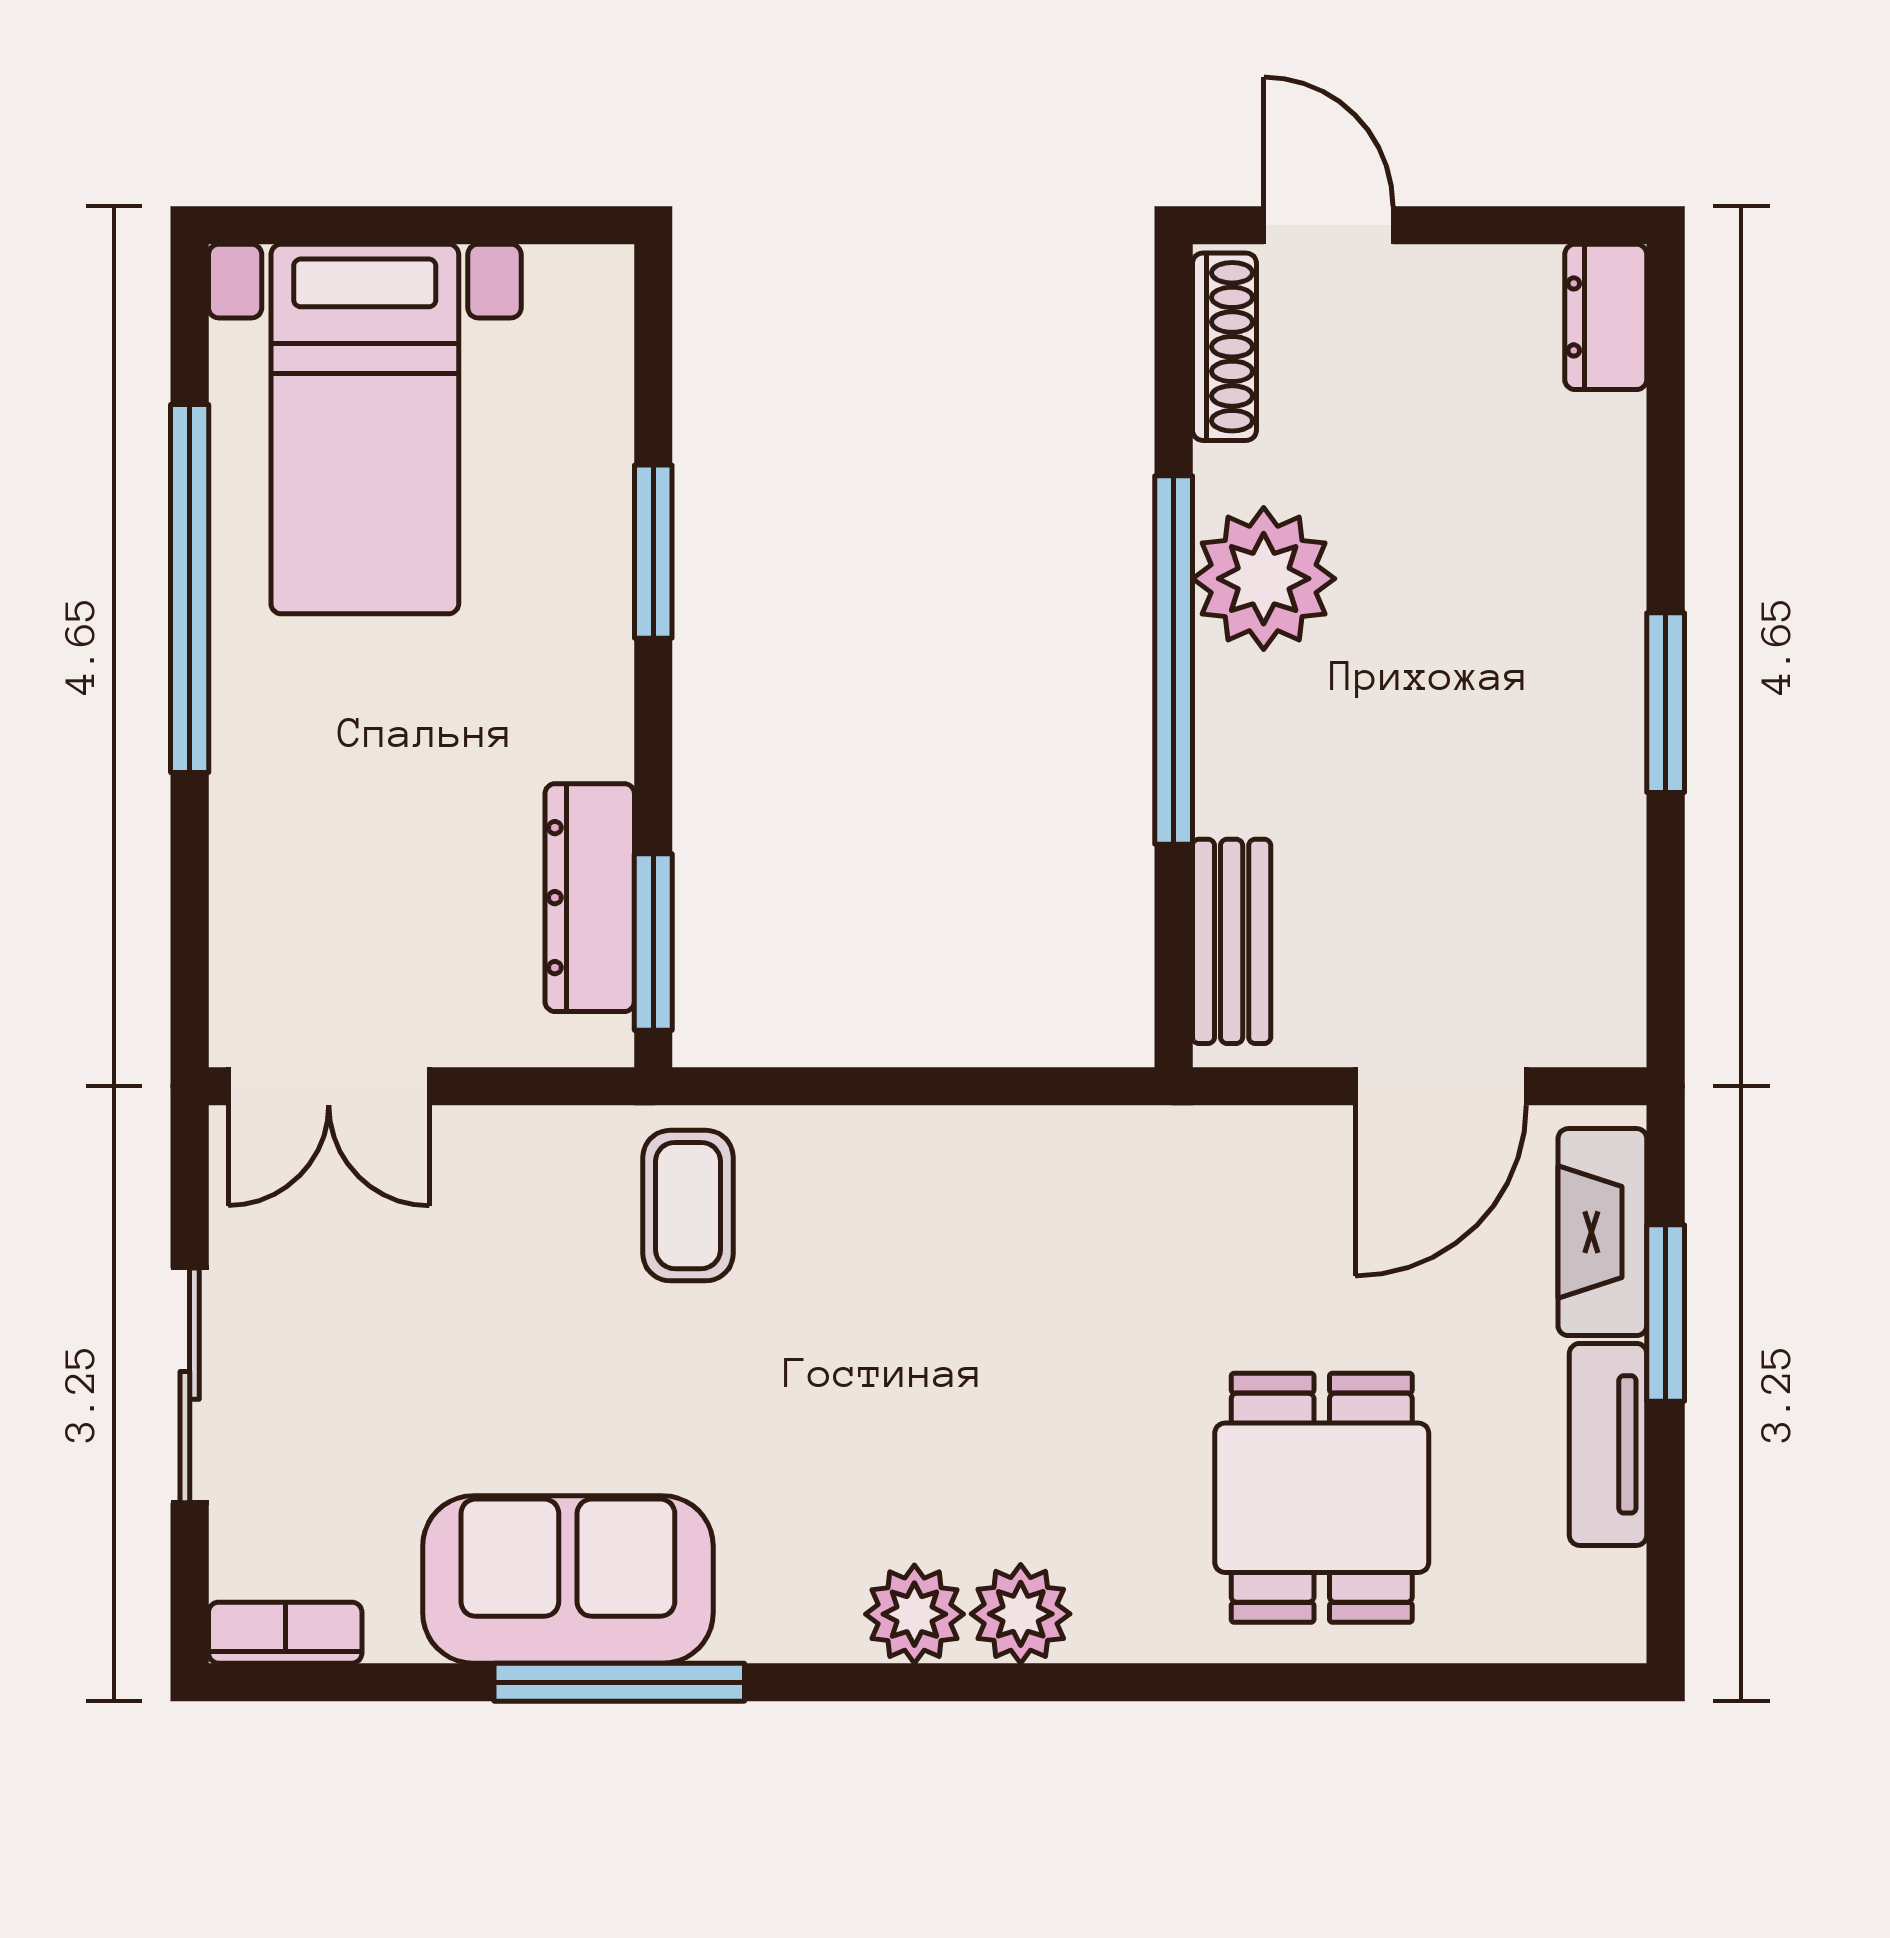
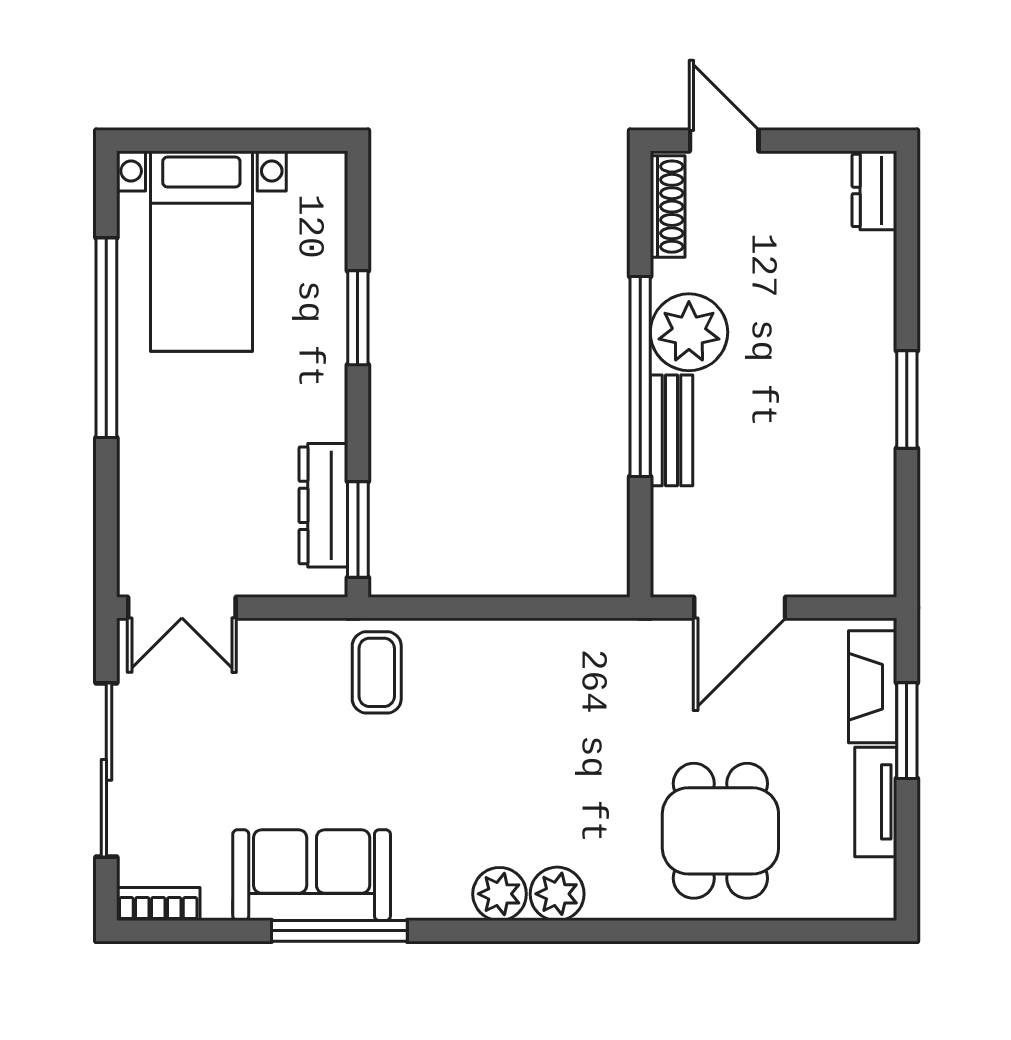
bench: (1232, 941) -> (672, 430), moved
door: (1441, 1086) -> (740, 608), moved
sliding door: (190, 1385) -> (106, 770), width x1.37

